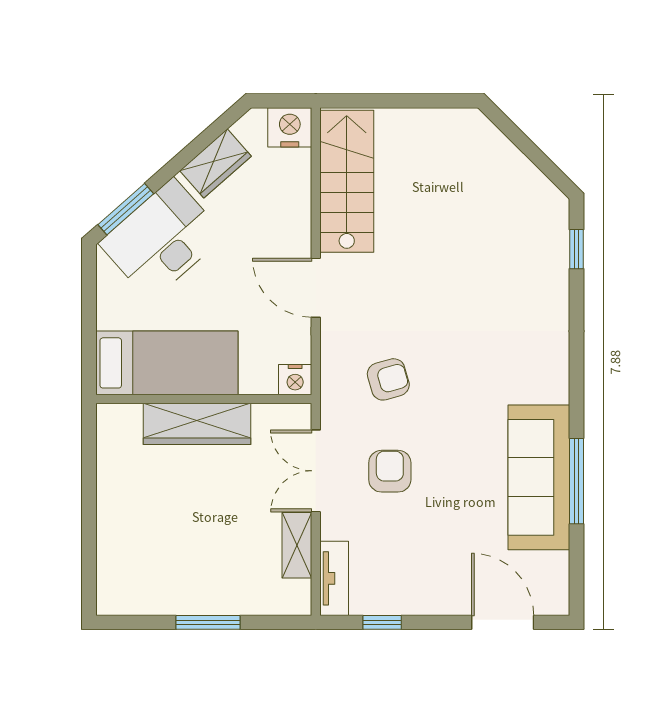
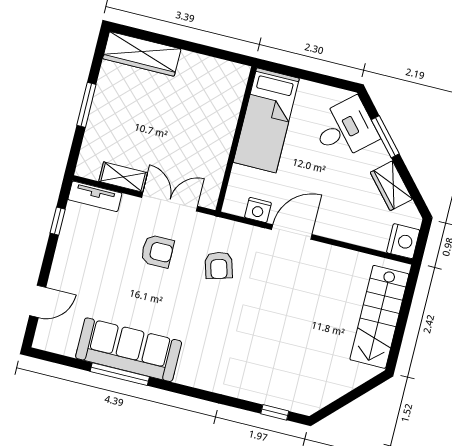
stairs: (347, 181) -> (379, 317), moved, turned 90
window: (126, 209) -> (385, 137), moved
desk: (162, 239) -> (345, 129), width x0.73
nightstand: (295, 380) -> (258, 210), moved, turned -90
wardrobe: (197, 424) -> (142, 54), moved, turned -90
door: (503, 622) -> (38, 301), width x0.73

